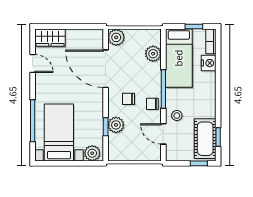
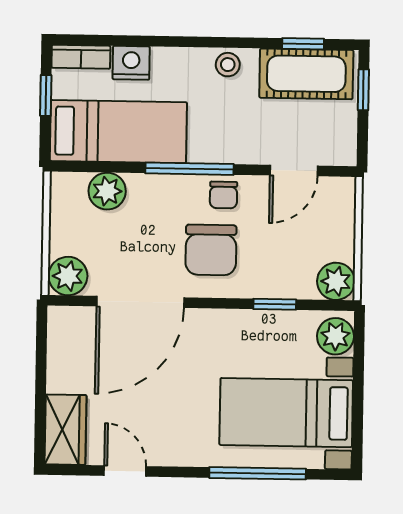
door: (33, 64) -> (125, 471), hinge flipped
chair: (129, 99) -> (211, 250), width x1.87, depth x1.87
stool: (177, 116) -> (228, 65), moved
plant: (116, 125) -> (336, 281), moved

